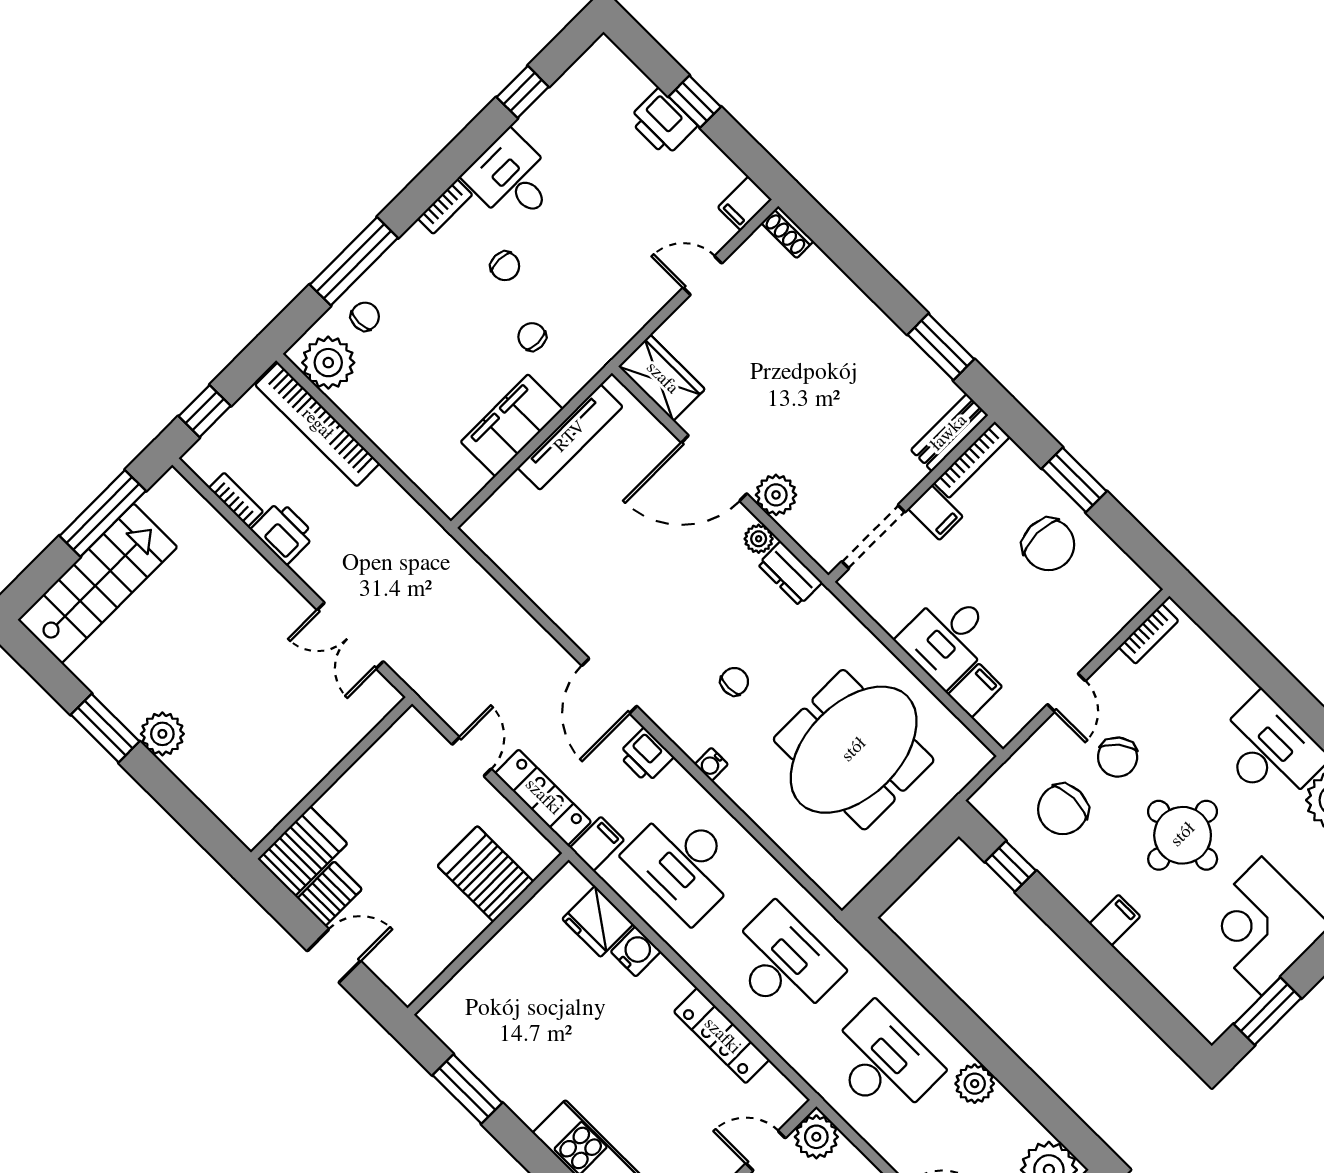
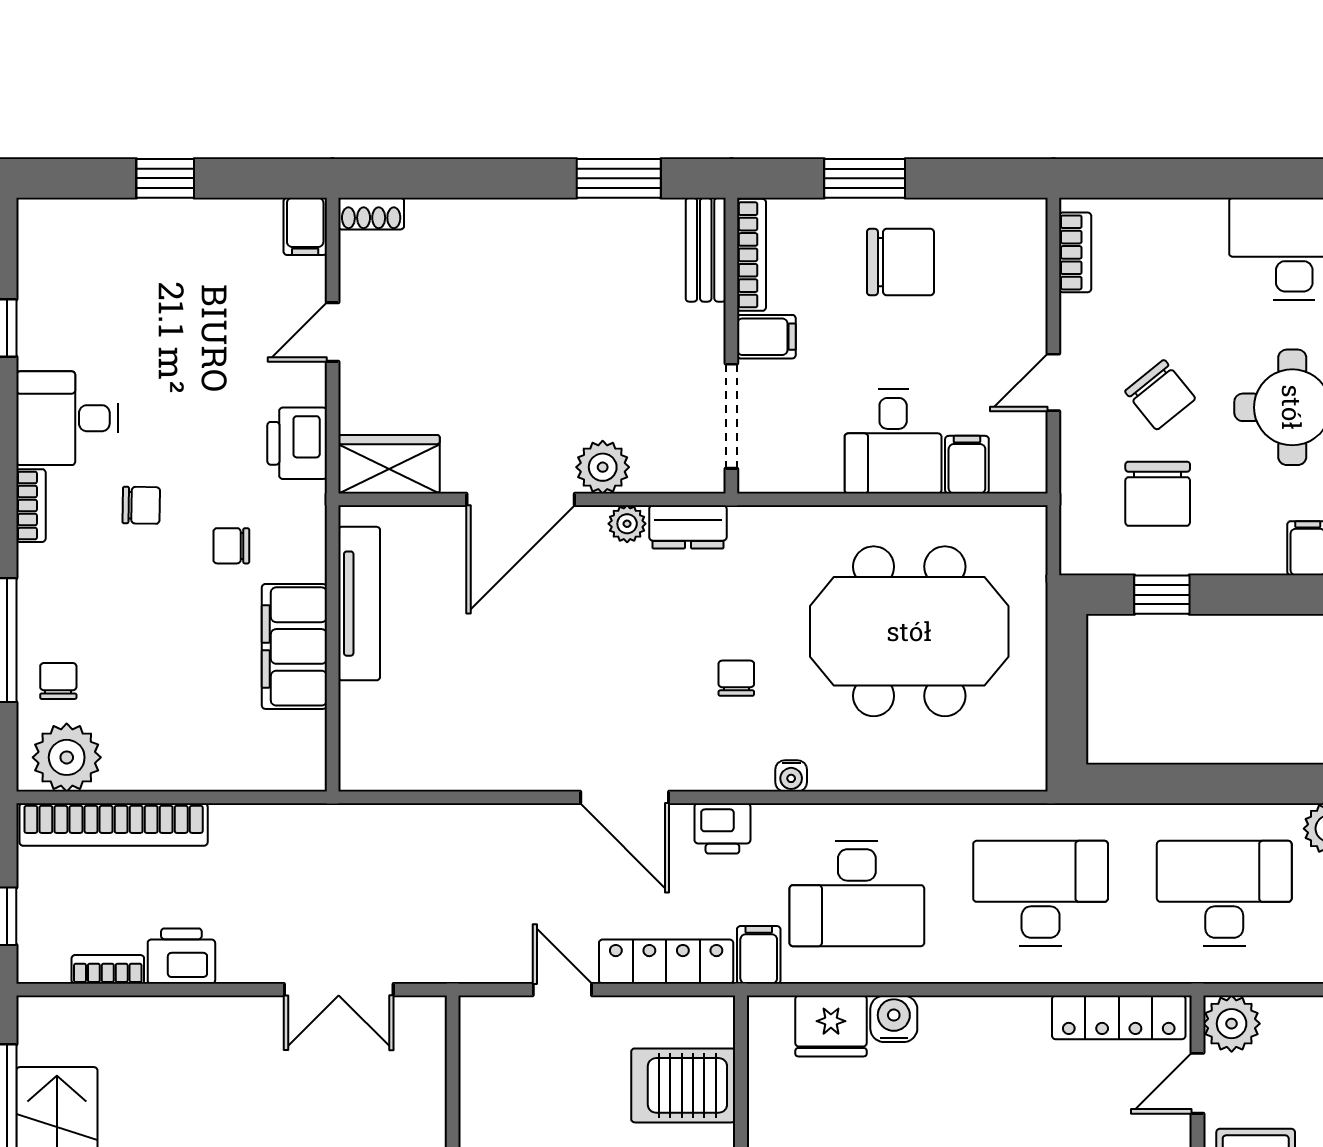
printer: (663, 122) -> (297, 443), moved, turned 90
door: (1066, 693) -> (1053, 382), swing flipped
meeting table: (854, 750) -> (909, 631), turned 90
locker: (722, 1036) -> (1119, 1017), moved

